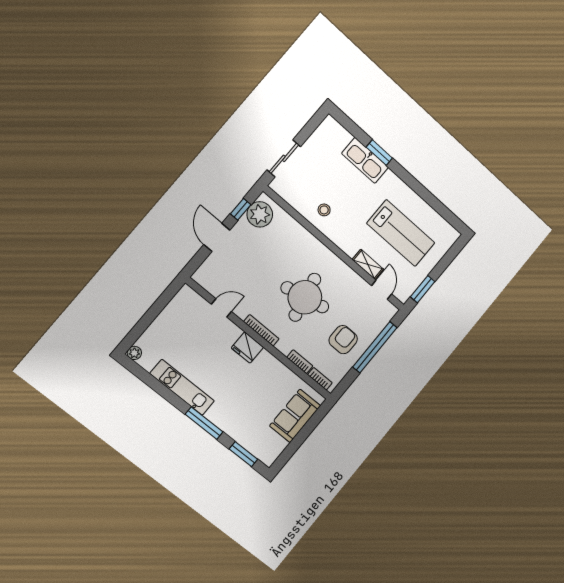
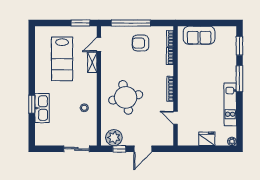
lab bench: (401, 233) -> (62, 59), turned 180
round table: (305, 297) -> (126, 97), moved
fridge: (247, 348) -> (207, 139), moved, turned -90

